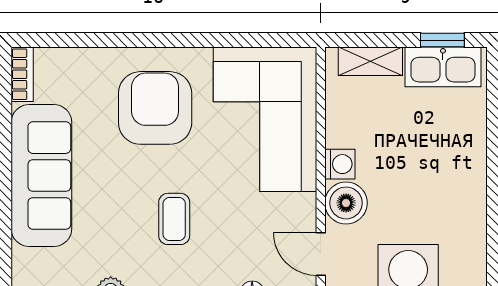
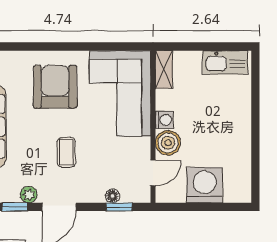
window: (442, 40) -> (225, 47), removed
shelving: (370, 61) -> (164, 69), moved, turned 90
door: (321, 254) -> (153, 173), swing flipped

